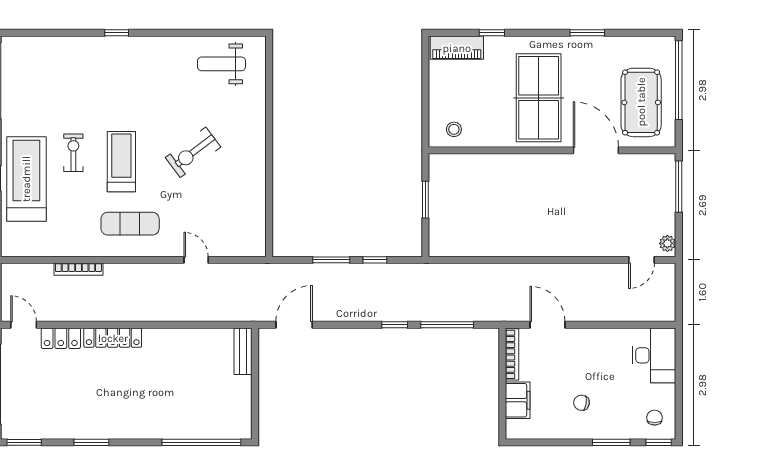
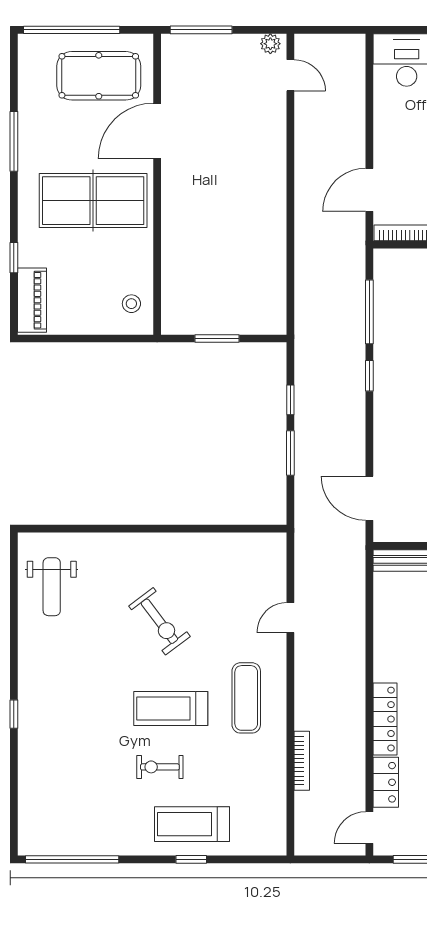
window: (587, 33) -> (14, 141), width x1.44
treadmill: (26, 179) -> (192, 824), width x0.73, depth x0.73

